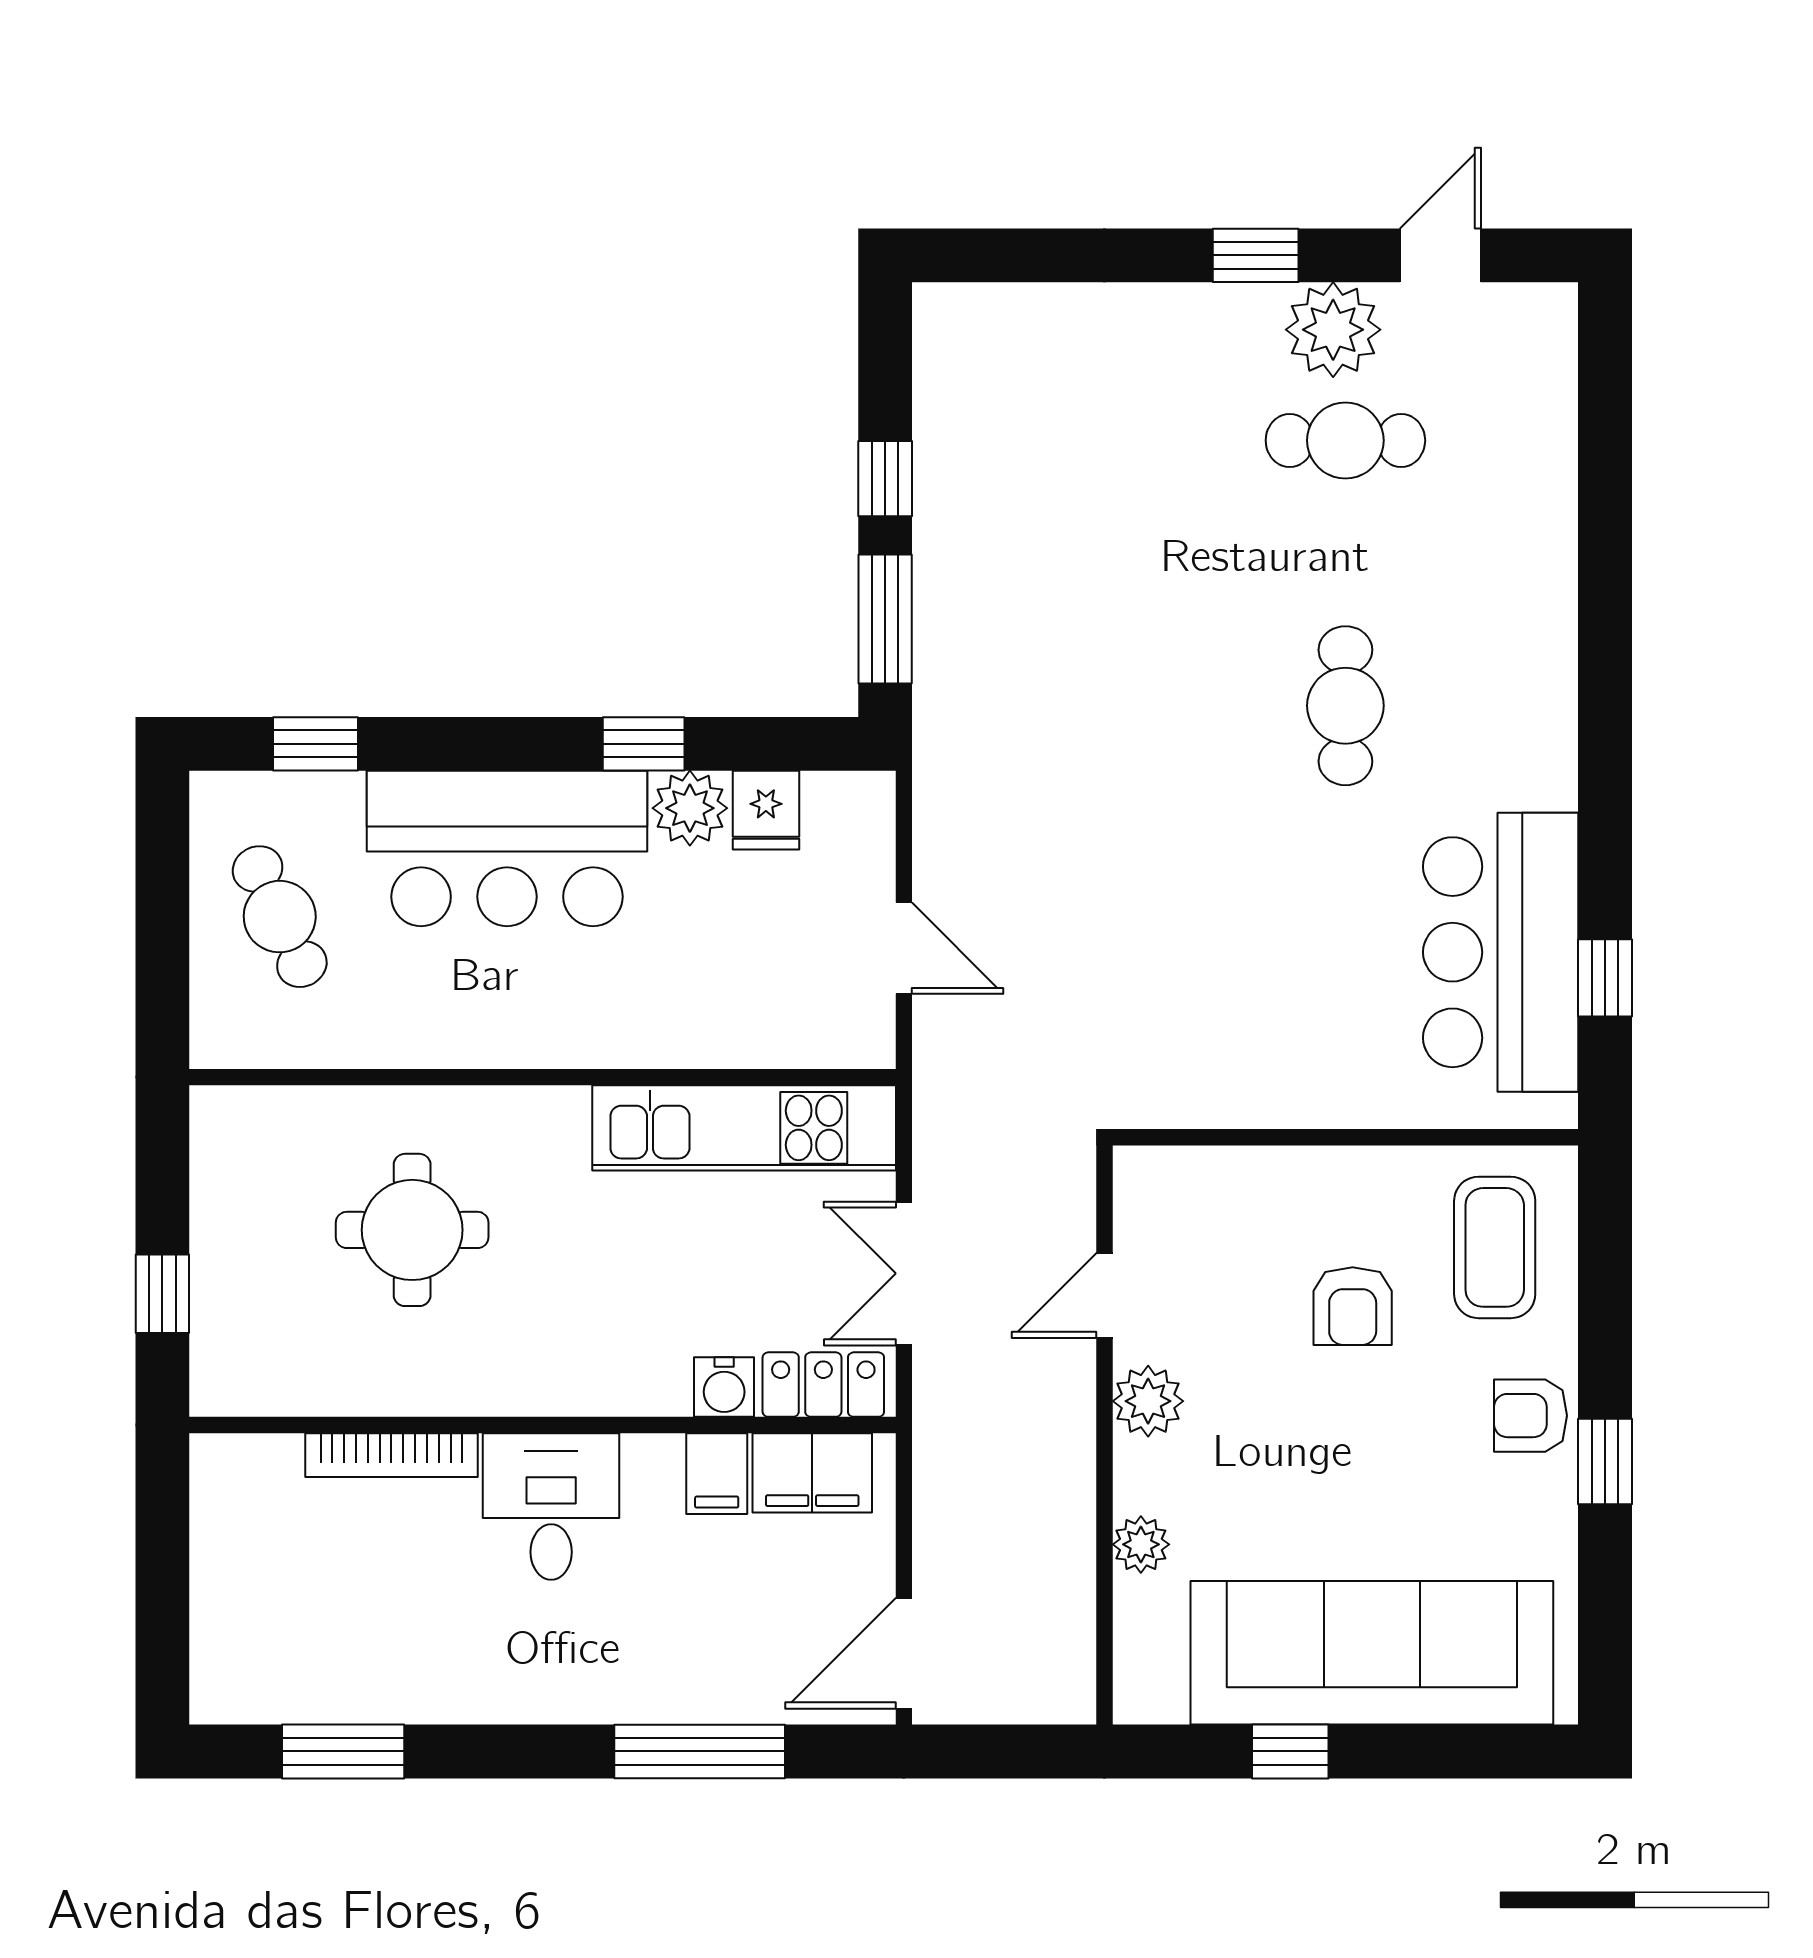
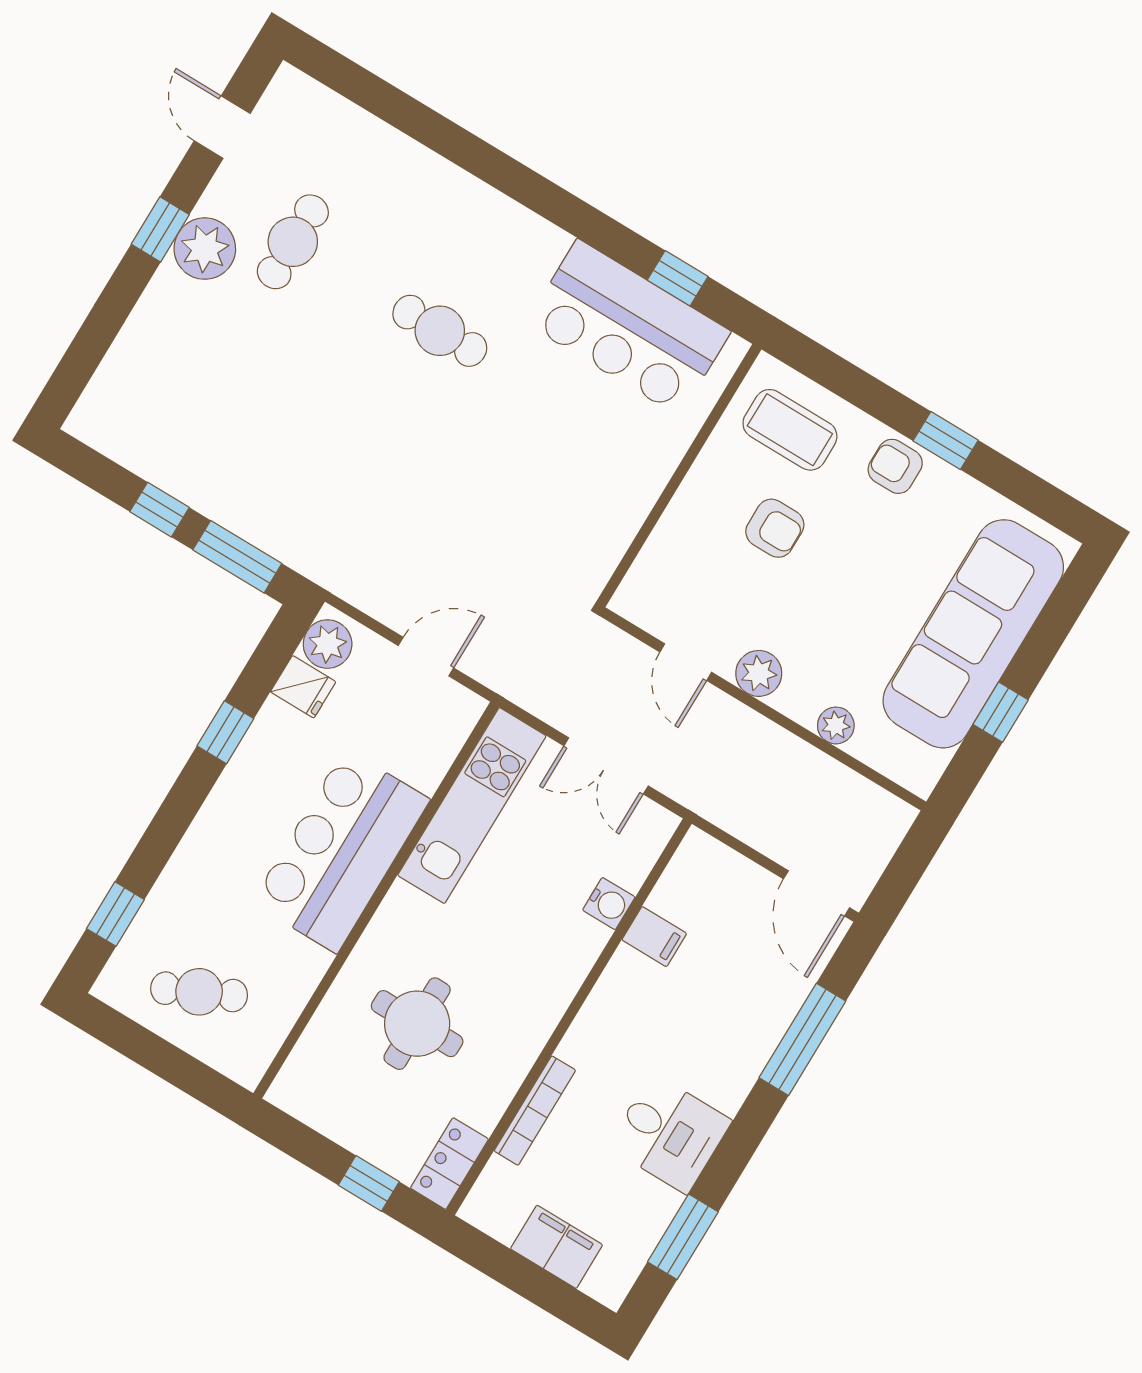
plant: (1333, 330) -> (205, 249), moved
plant: (690, 808) -> (328, 644), moved
bar counter: (507, 848) -> (341, 851), moved, turned 180
locker: (823, 1385) -> (449, 1164), moved
armchair: (1531, 1416) -> (895, 466), turned 90
filing cabinet: (812, 1473) -> (557, 1247), moved, turned -90
desk: (551, 1506) -> (670, 1134), moved, turned 180

